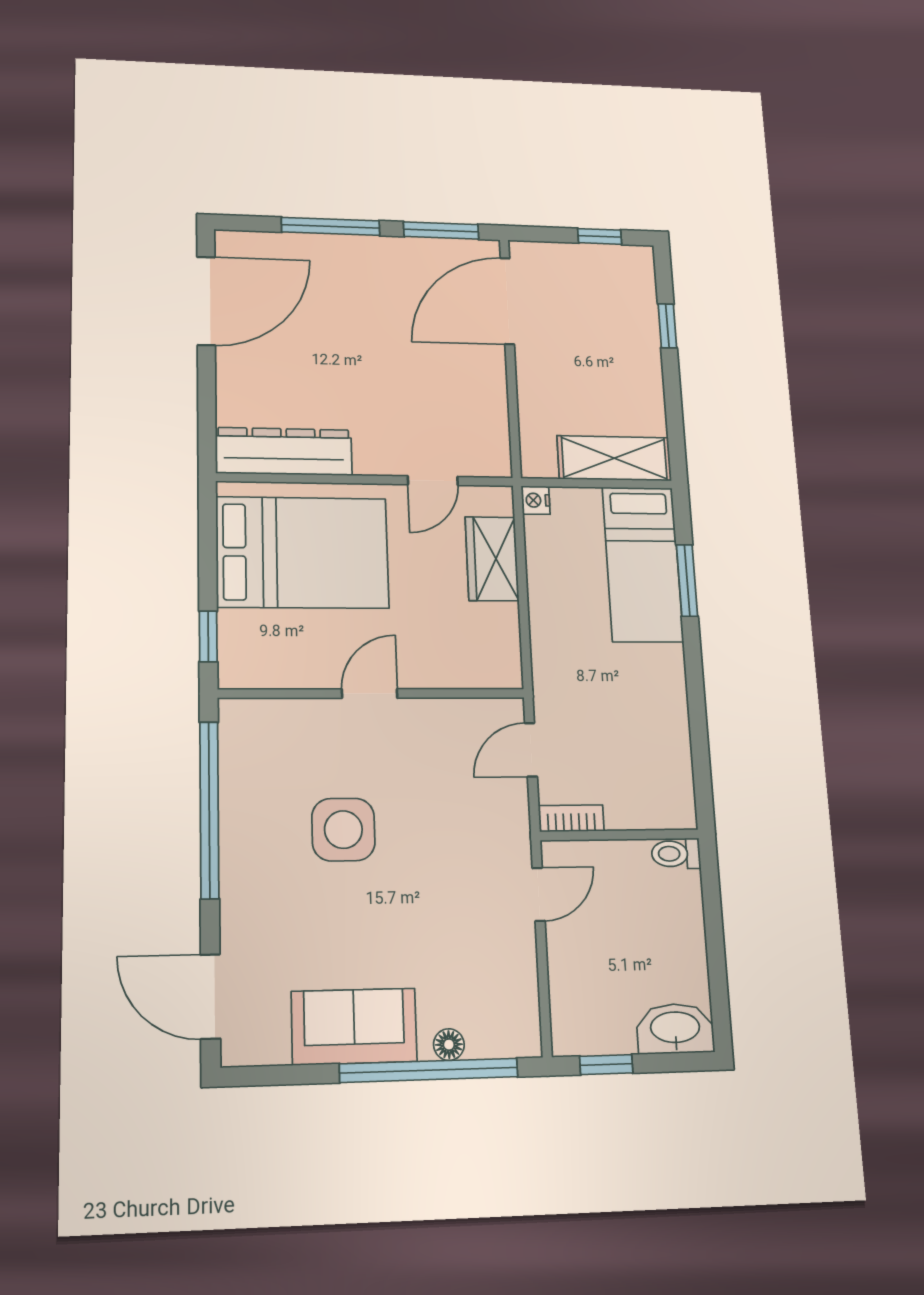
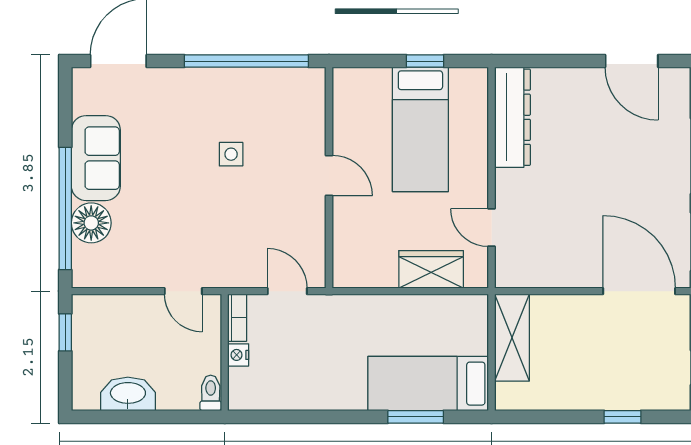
door: (206, 301) -> (632, 61), width x0.73
shelving: (614, 458) -> (512, 338), moved
nightstand: (536, 500) -> (238, 355), moved, turned -90
bed: (302, 552) -> (420, 129), width x0.67
window: (208, 636) -> (425, 61), moved
side table: (343, 830) -> (231, 154), width x0.54, depth x0.54
washbasin: (675, 1029) -> (128, 394), moved, turned -90
floor lamp: (449, 1045) -> (91, 223), width x1.89, depth x1.89

